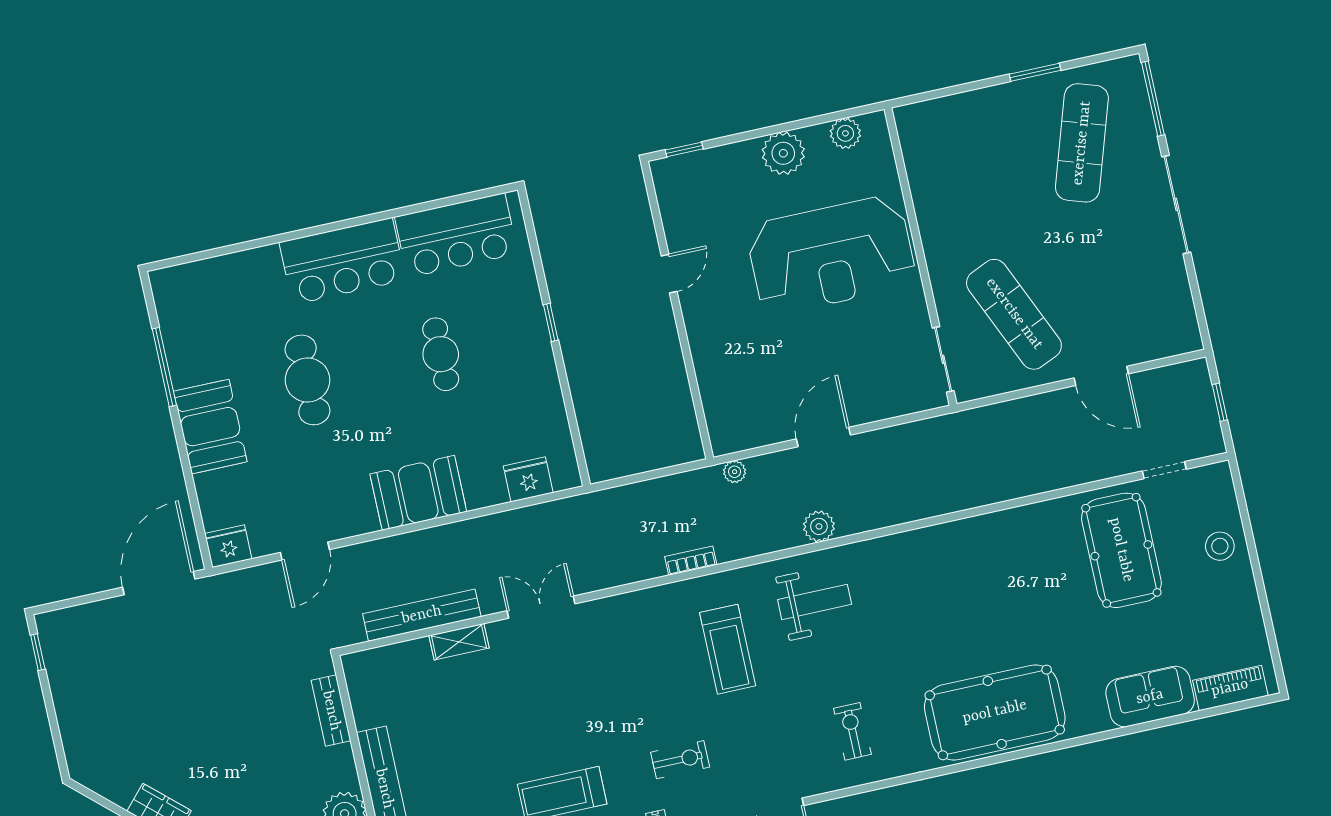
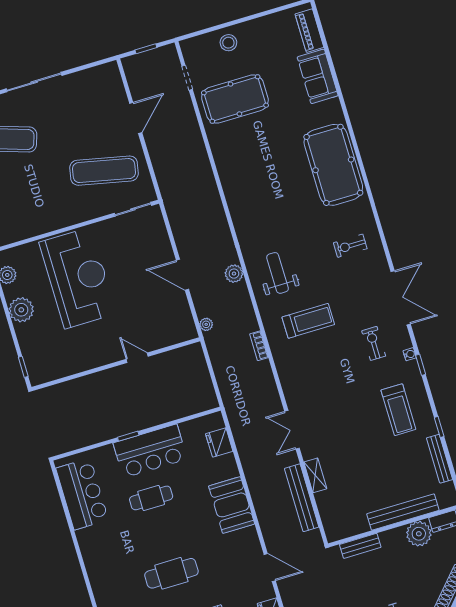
bar counter: (342, 261) -> (150, 451), moved, turned 90
door: (669, 274) -> (137, 358), moved
exercise mat: (1014, 314) -> (104, 171), turned 36

